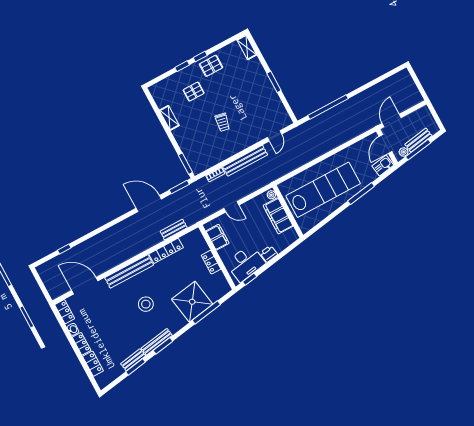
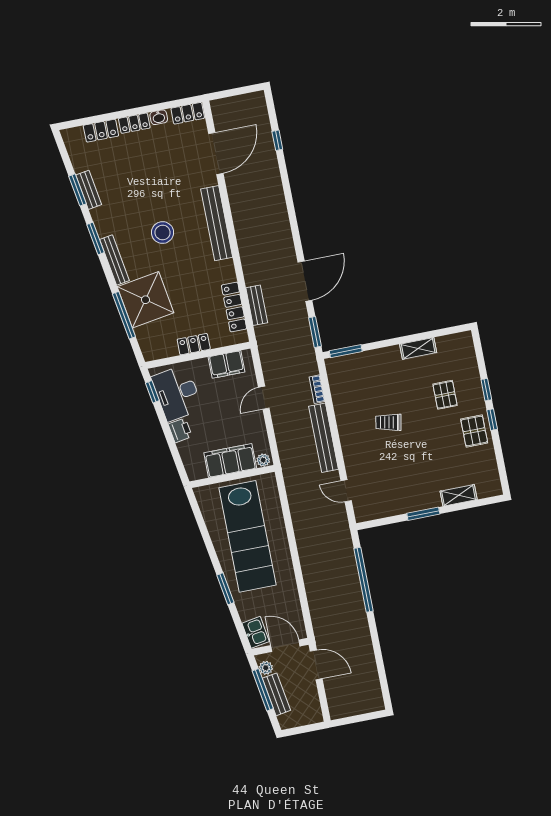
shelving: (247, 47) -> (459, 495), moved
window: (361, 194) -> (225, 589), width x0.69
locker: (166, 251) -> (234, 307), moved
bench: (157, 342) -> (114, 260), moved

